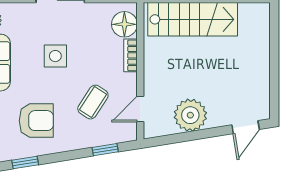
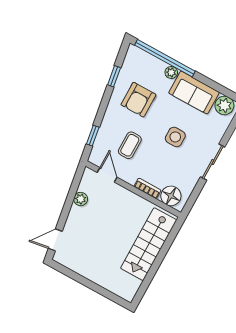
coffee table: (93, 102) -> (130, 145), turned 57
plant: (190, 115) -> (81, 199), width x0.53, depth x0.53
door: (246, 127) -> (55, 240), hinge flipped

